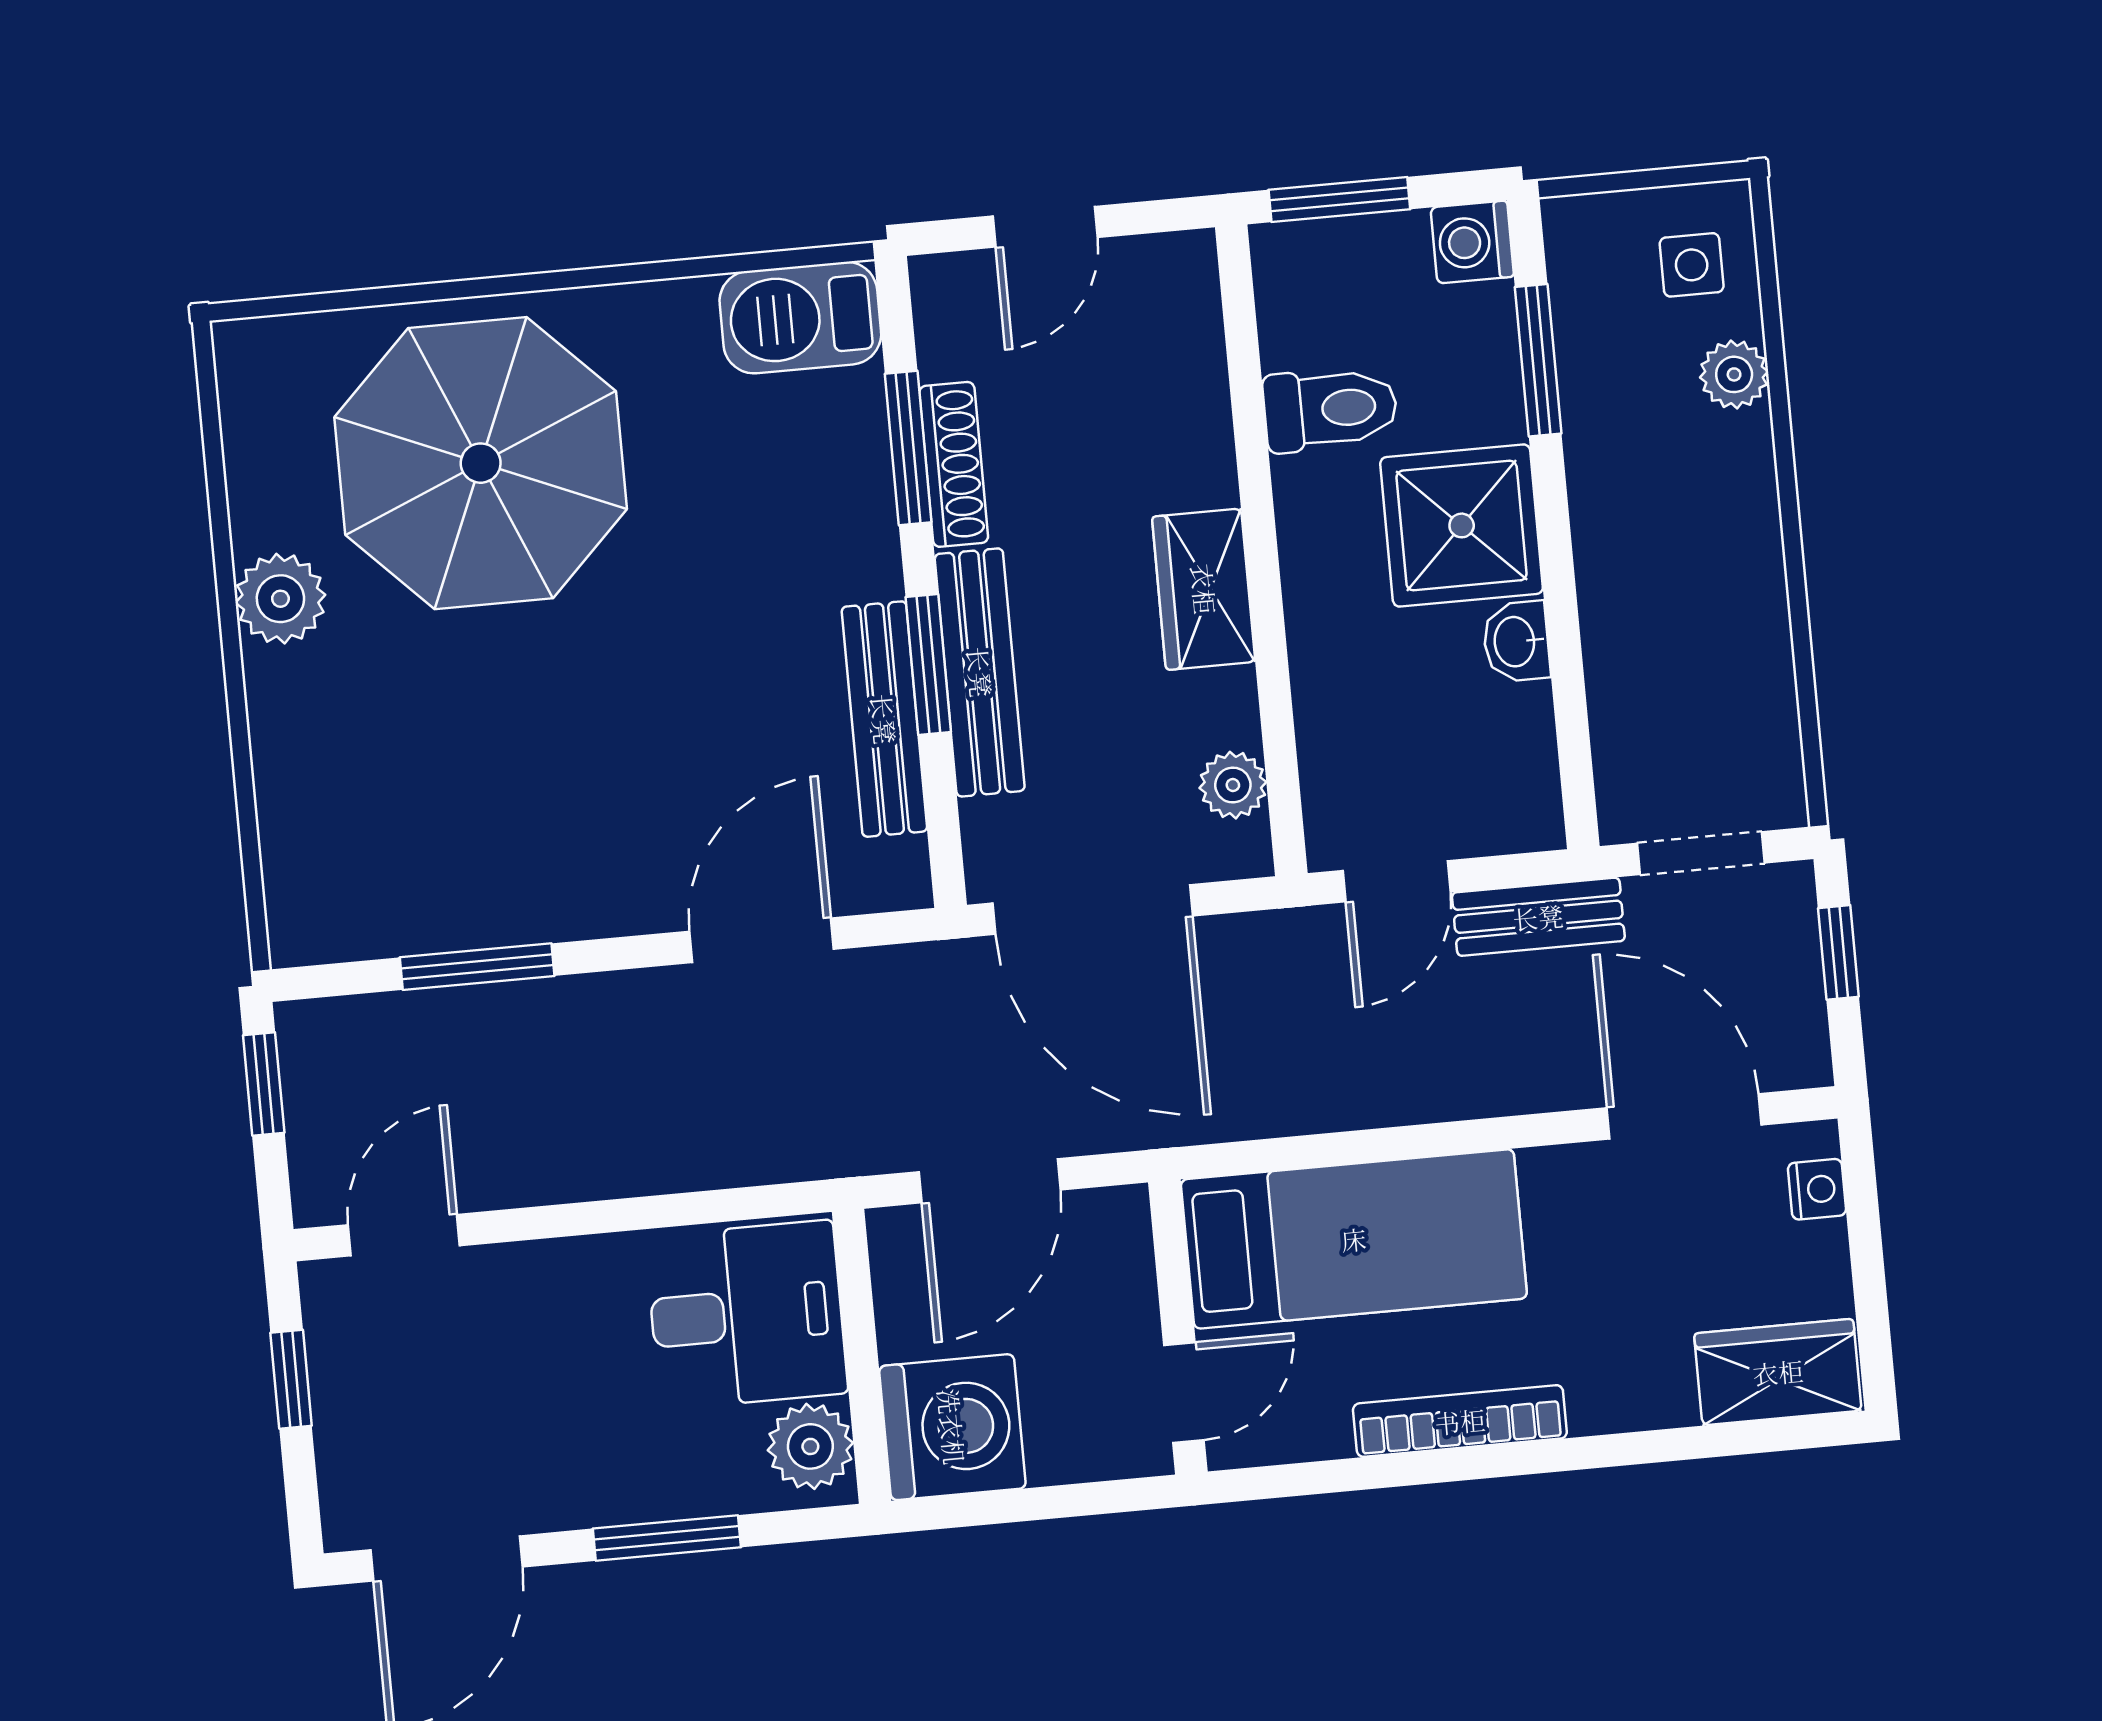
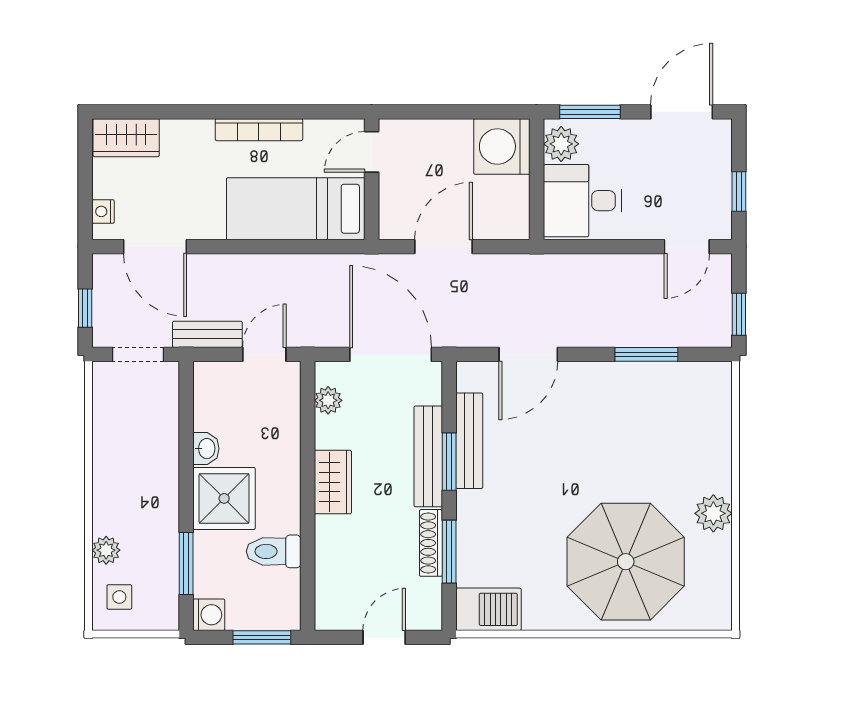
desk: (747, 1315) -> (582, 201), moved
wall: (862, 1356) -> (537, 179), moved
washing machine: (952, 1427) -> (502, 146), moved
plant: (810, 1446) -> (561, 144), moved

